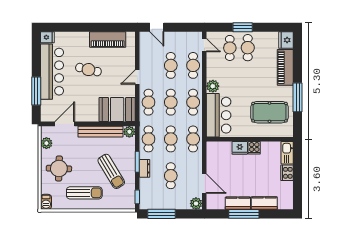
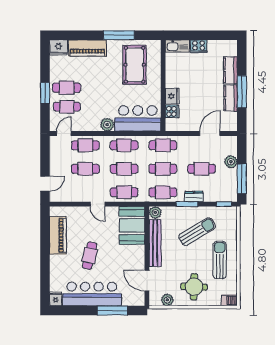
cooker: (254, 148) -> (172, 111), moved
plant: (196, 203) -> (231, 162), moved

